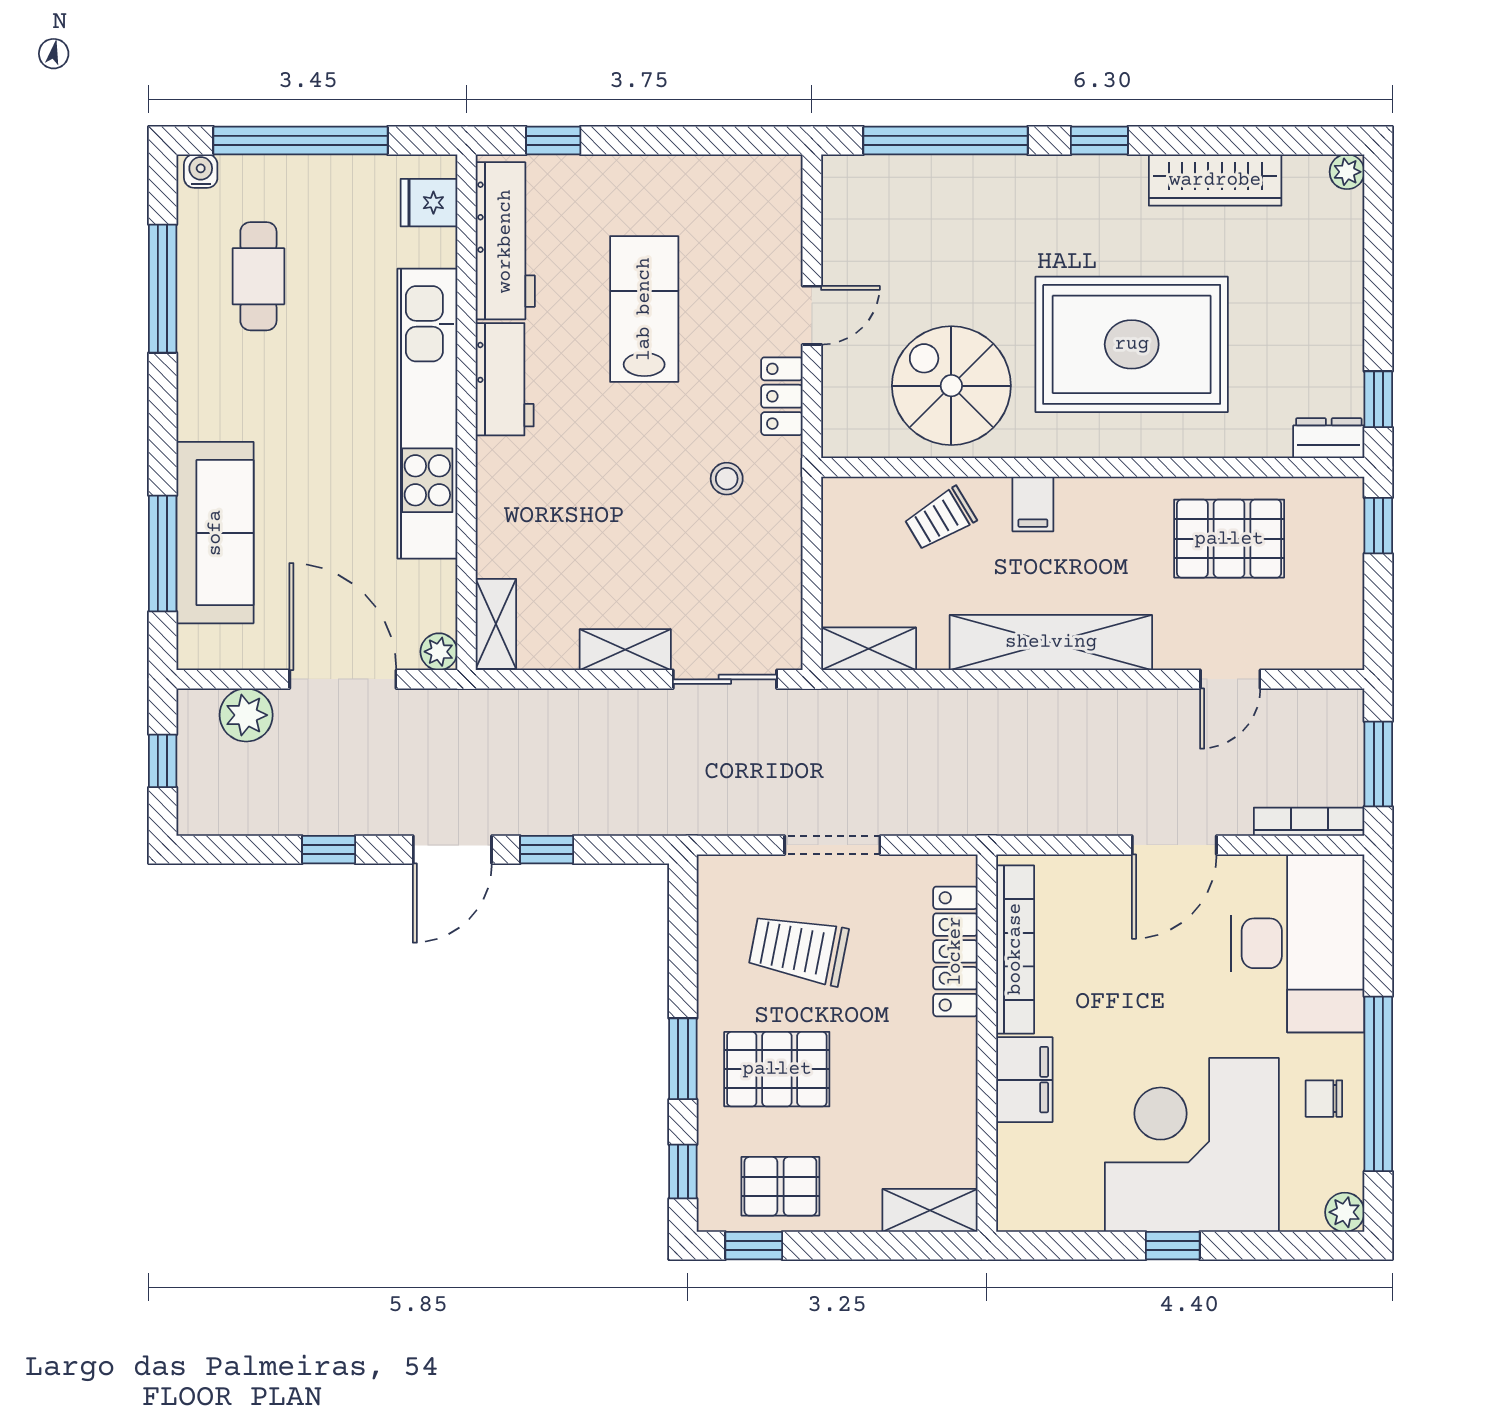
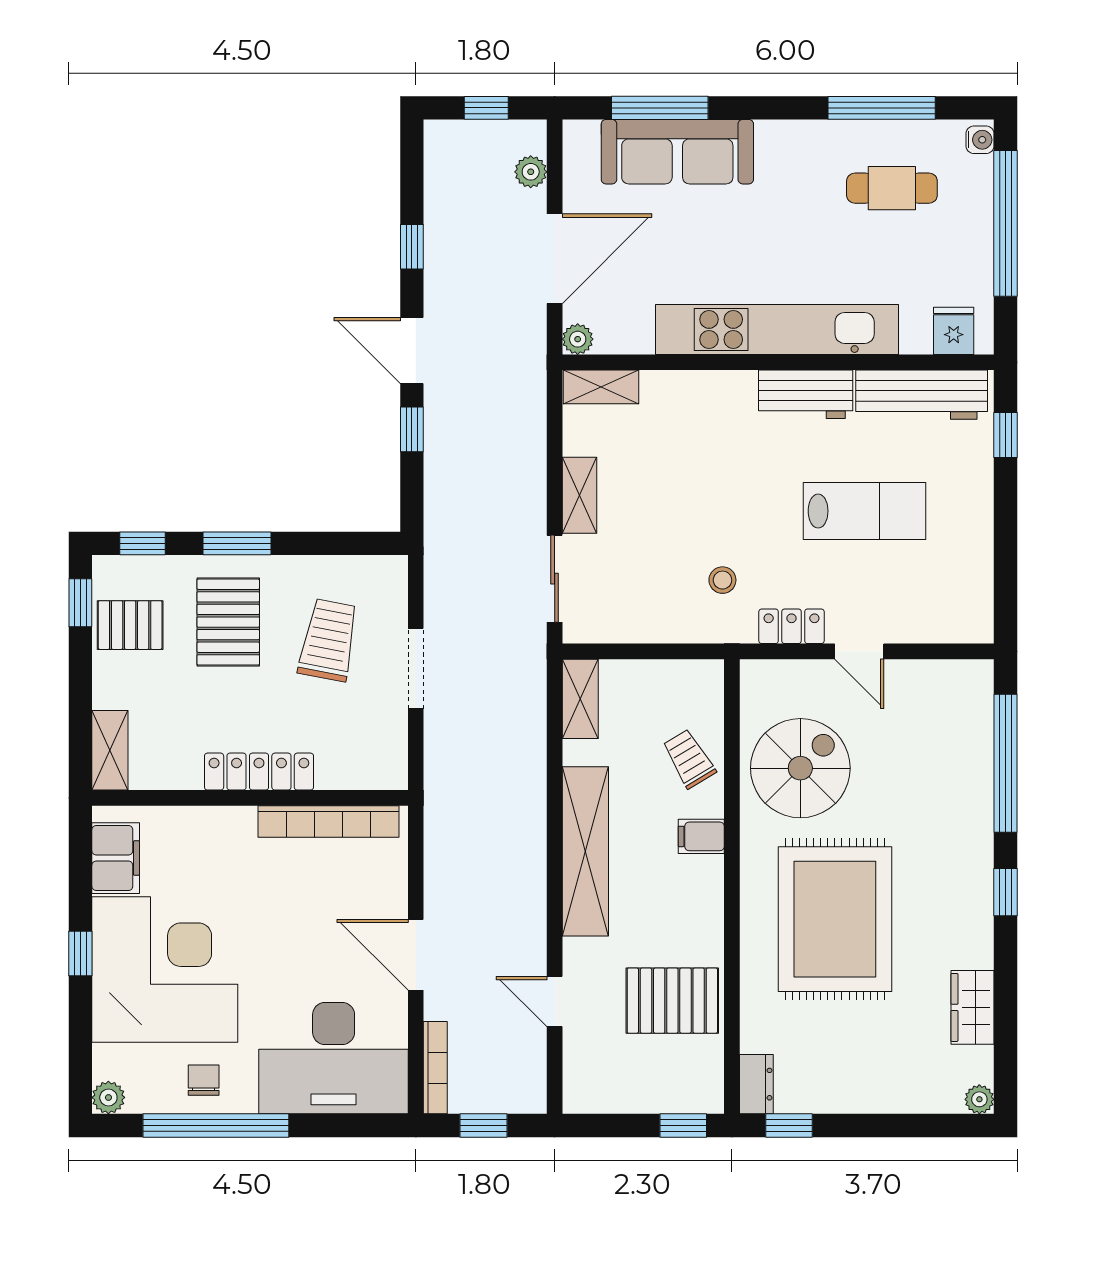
wardrobe: (1215, 180) -> (973, 1007), width x0.67
pallet: (1229, 539) -> (672, 1001), turned 90
plant: (246, 715) -> (531, 172), width x0.73, depth x0.73
window: (1378, 764) -> (484, 1125), width x0.67
locker: (955, 951) -> (259, 772), moved
filing cabinet: (1024, 1080) -> (116, 858), moved, turned -90
pallet: (780, 1186) -> (130, 625), turned 90

